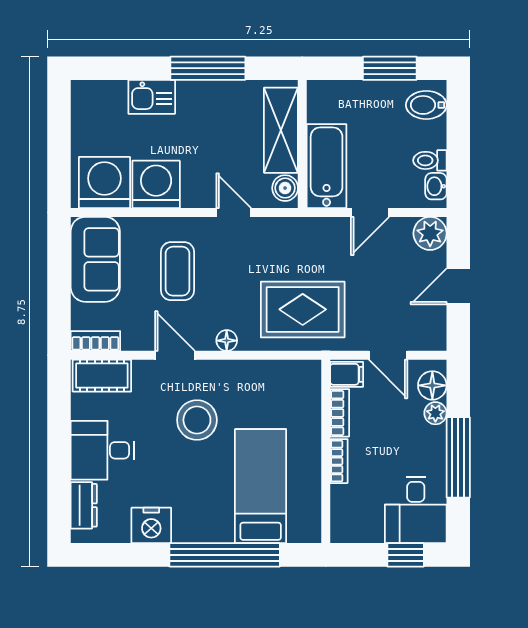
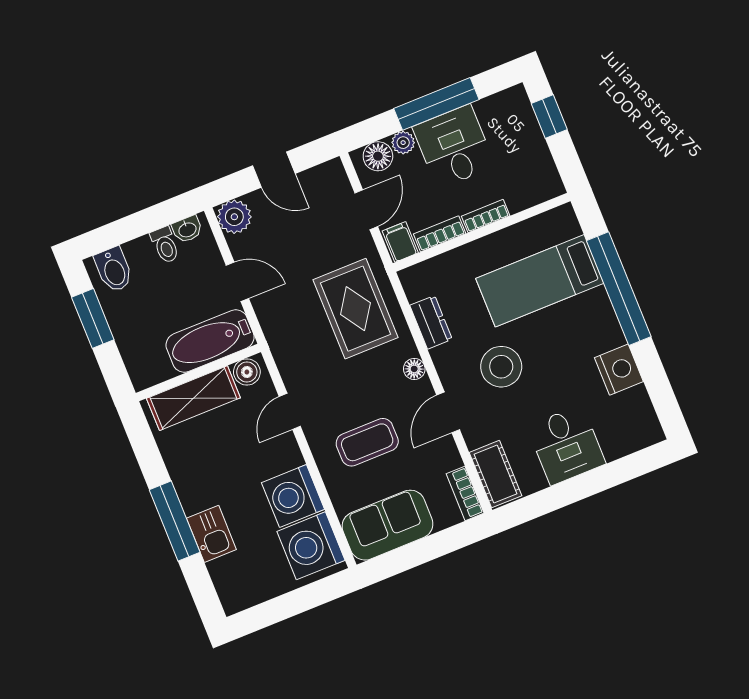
window: (208, 68) -> (175, 521), moved
dresser: (84, 505) -> (431, 322), moved, turned 90
desk: (416, 510) -> (454, 147), moved, turned -90

